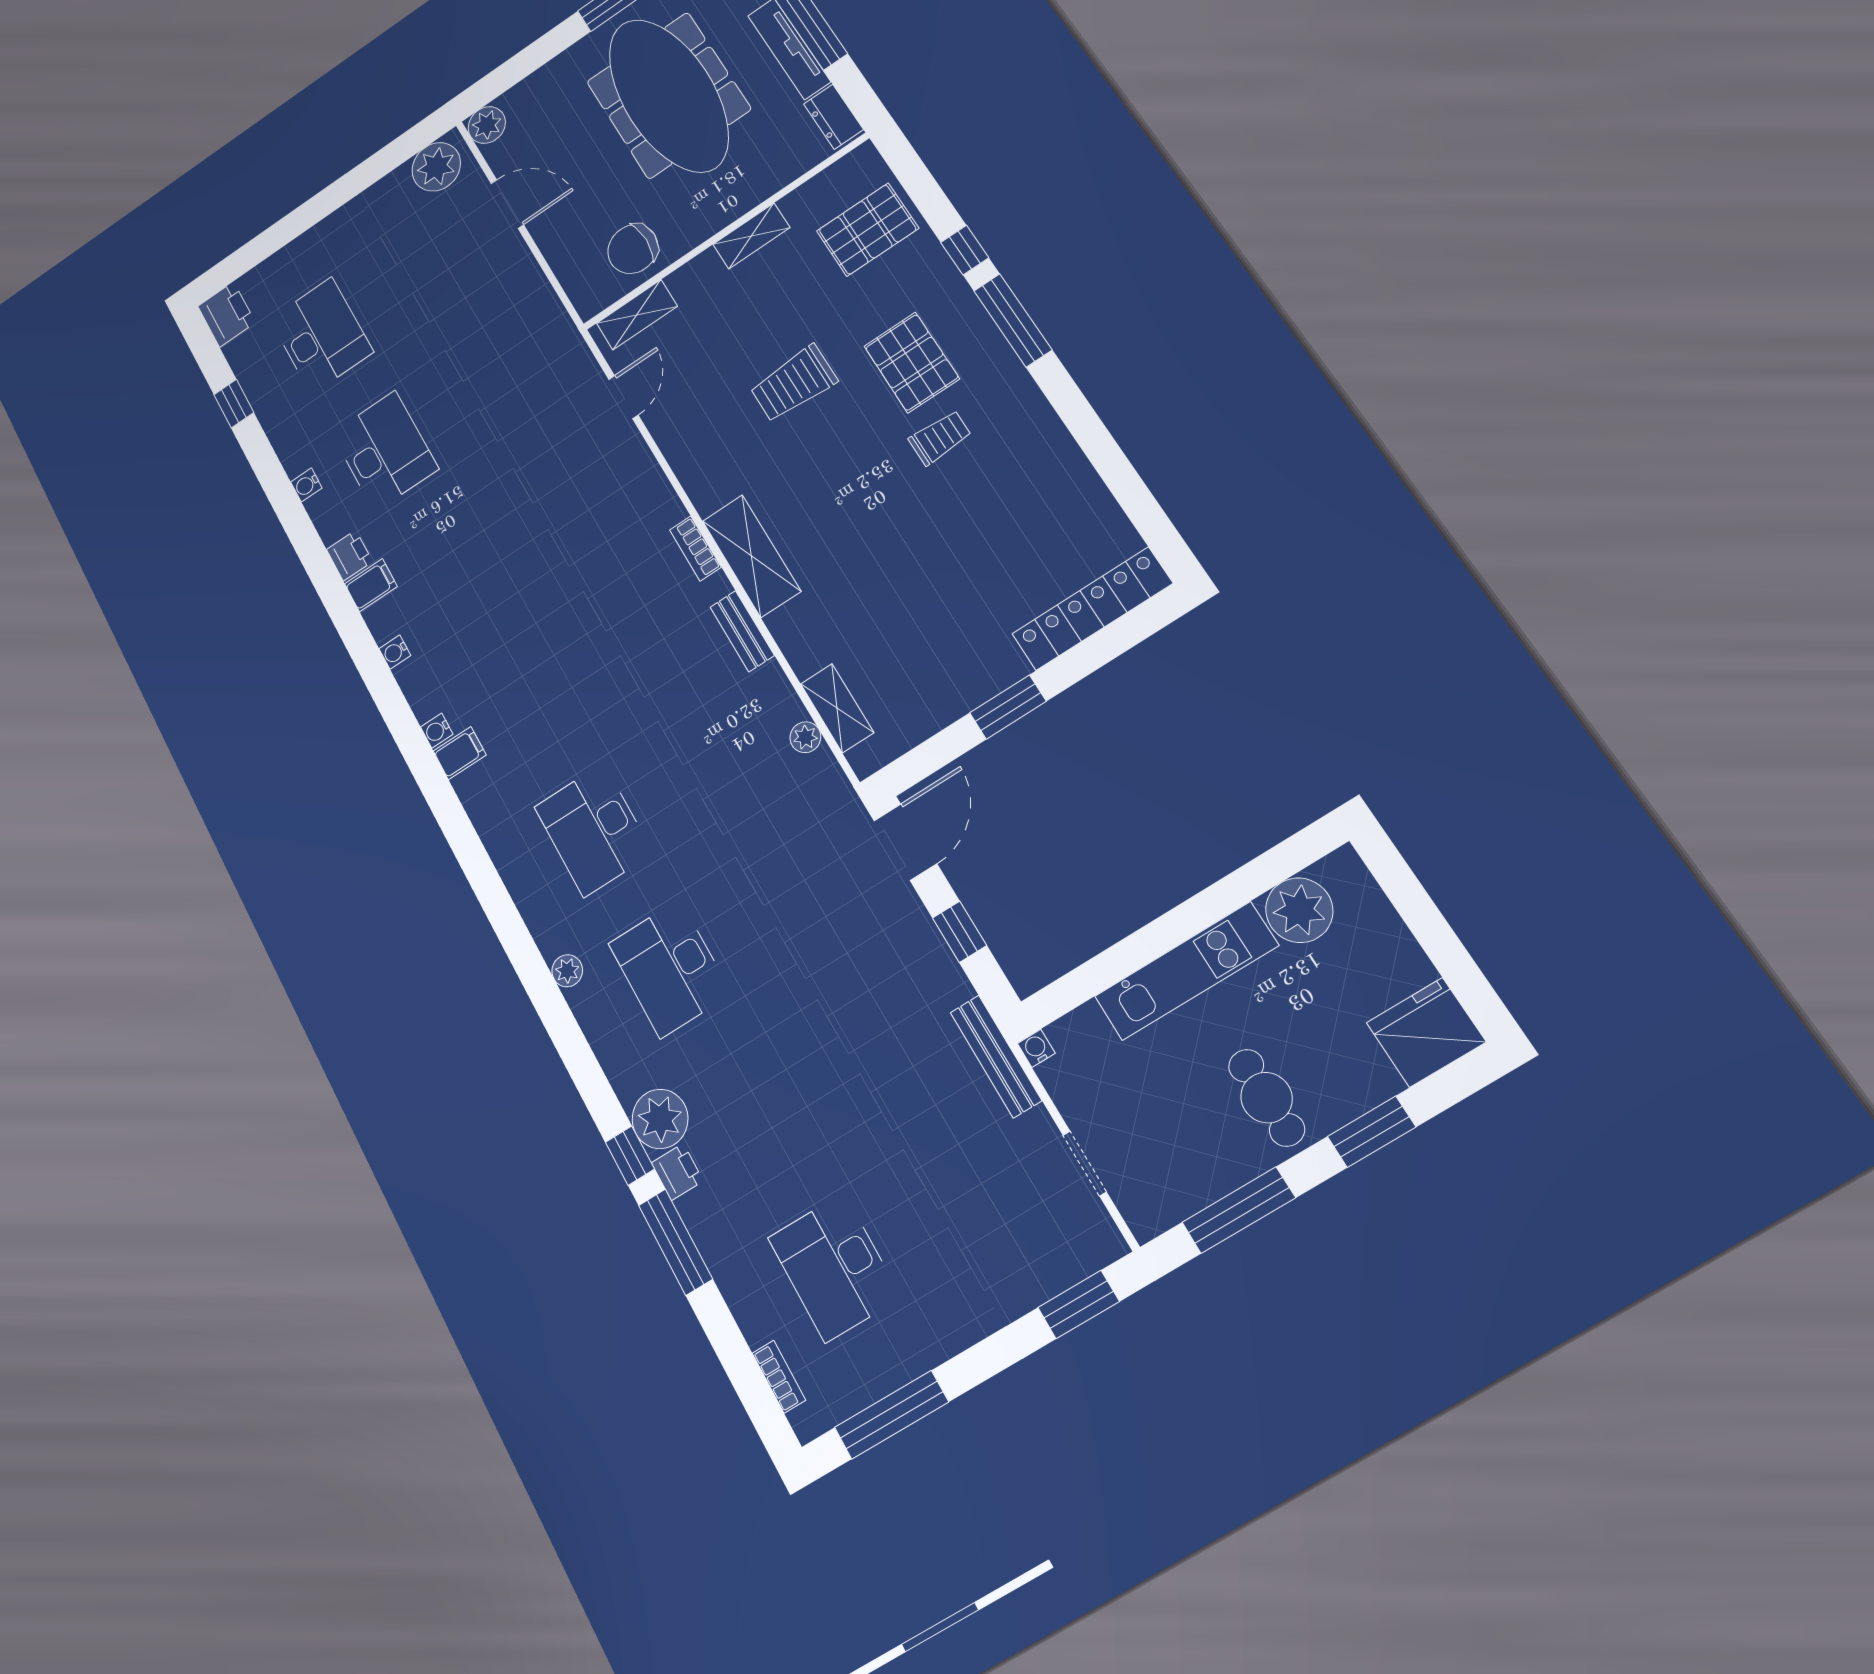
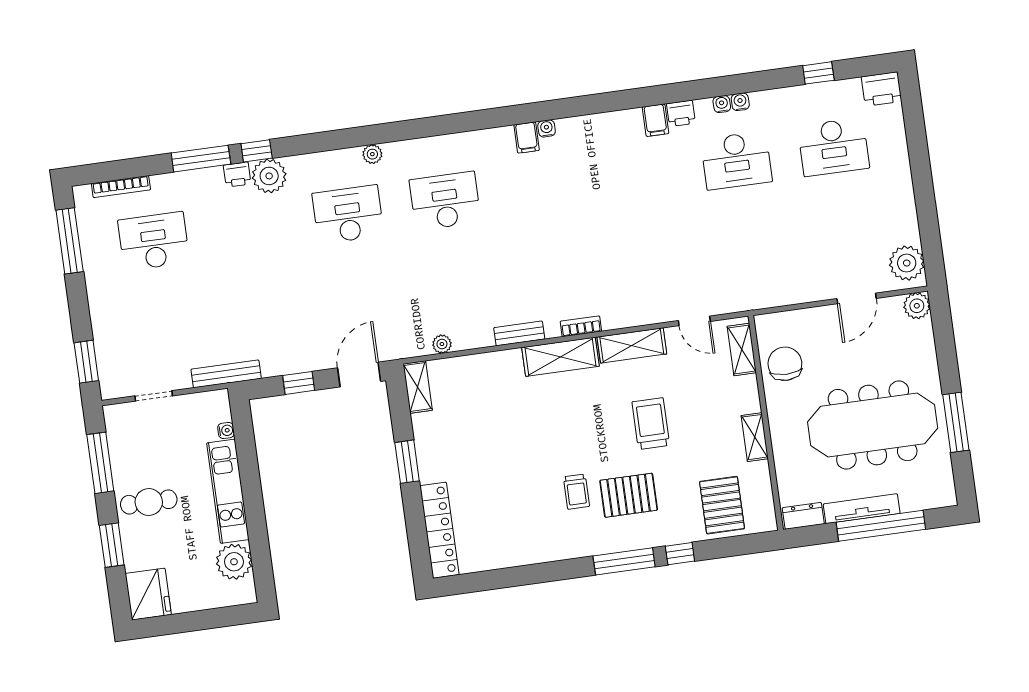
shelving: (693, 465) -> (632, 345), added
water cooler: (395, 652) -> (722, 104), moved
shelving: (837, 708) -> (418, 387), moved, turned 90
door: (905, 842) -> (359, 375), swing flipped
water cooler: (1036, 1048) -> (226, 430), moved
bookcase: (779, 1377) -> (121, 187), width x1.56

